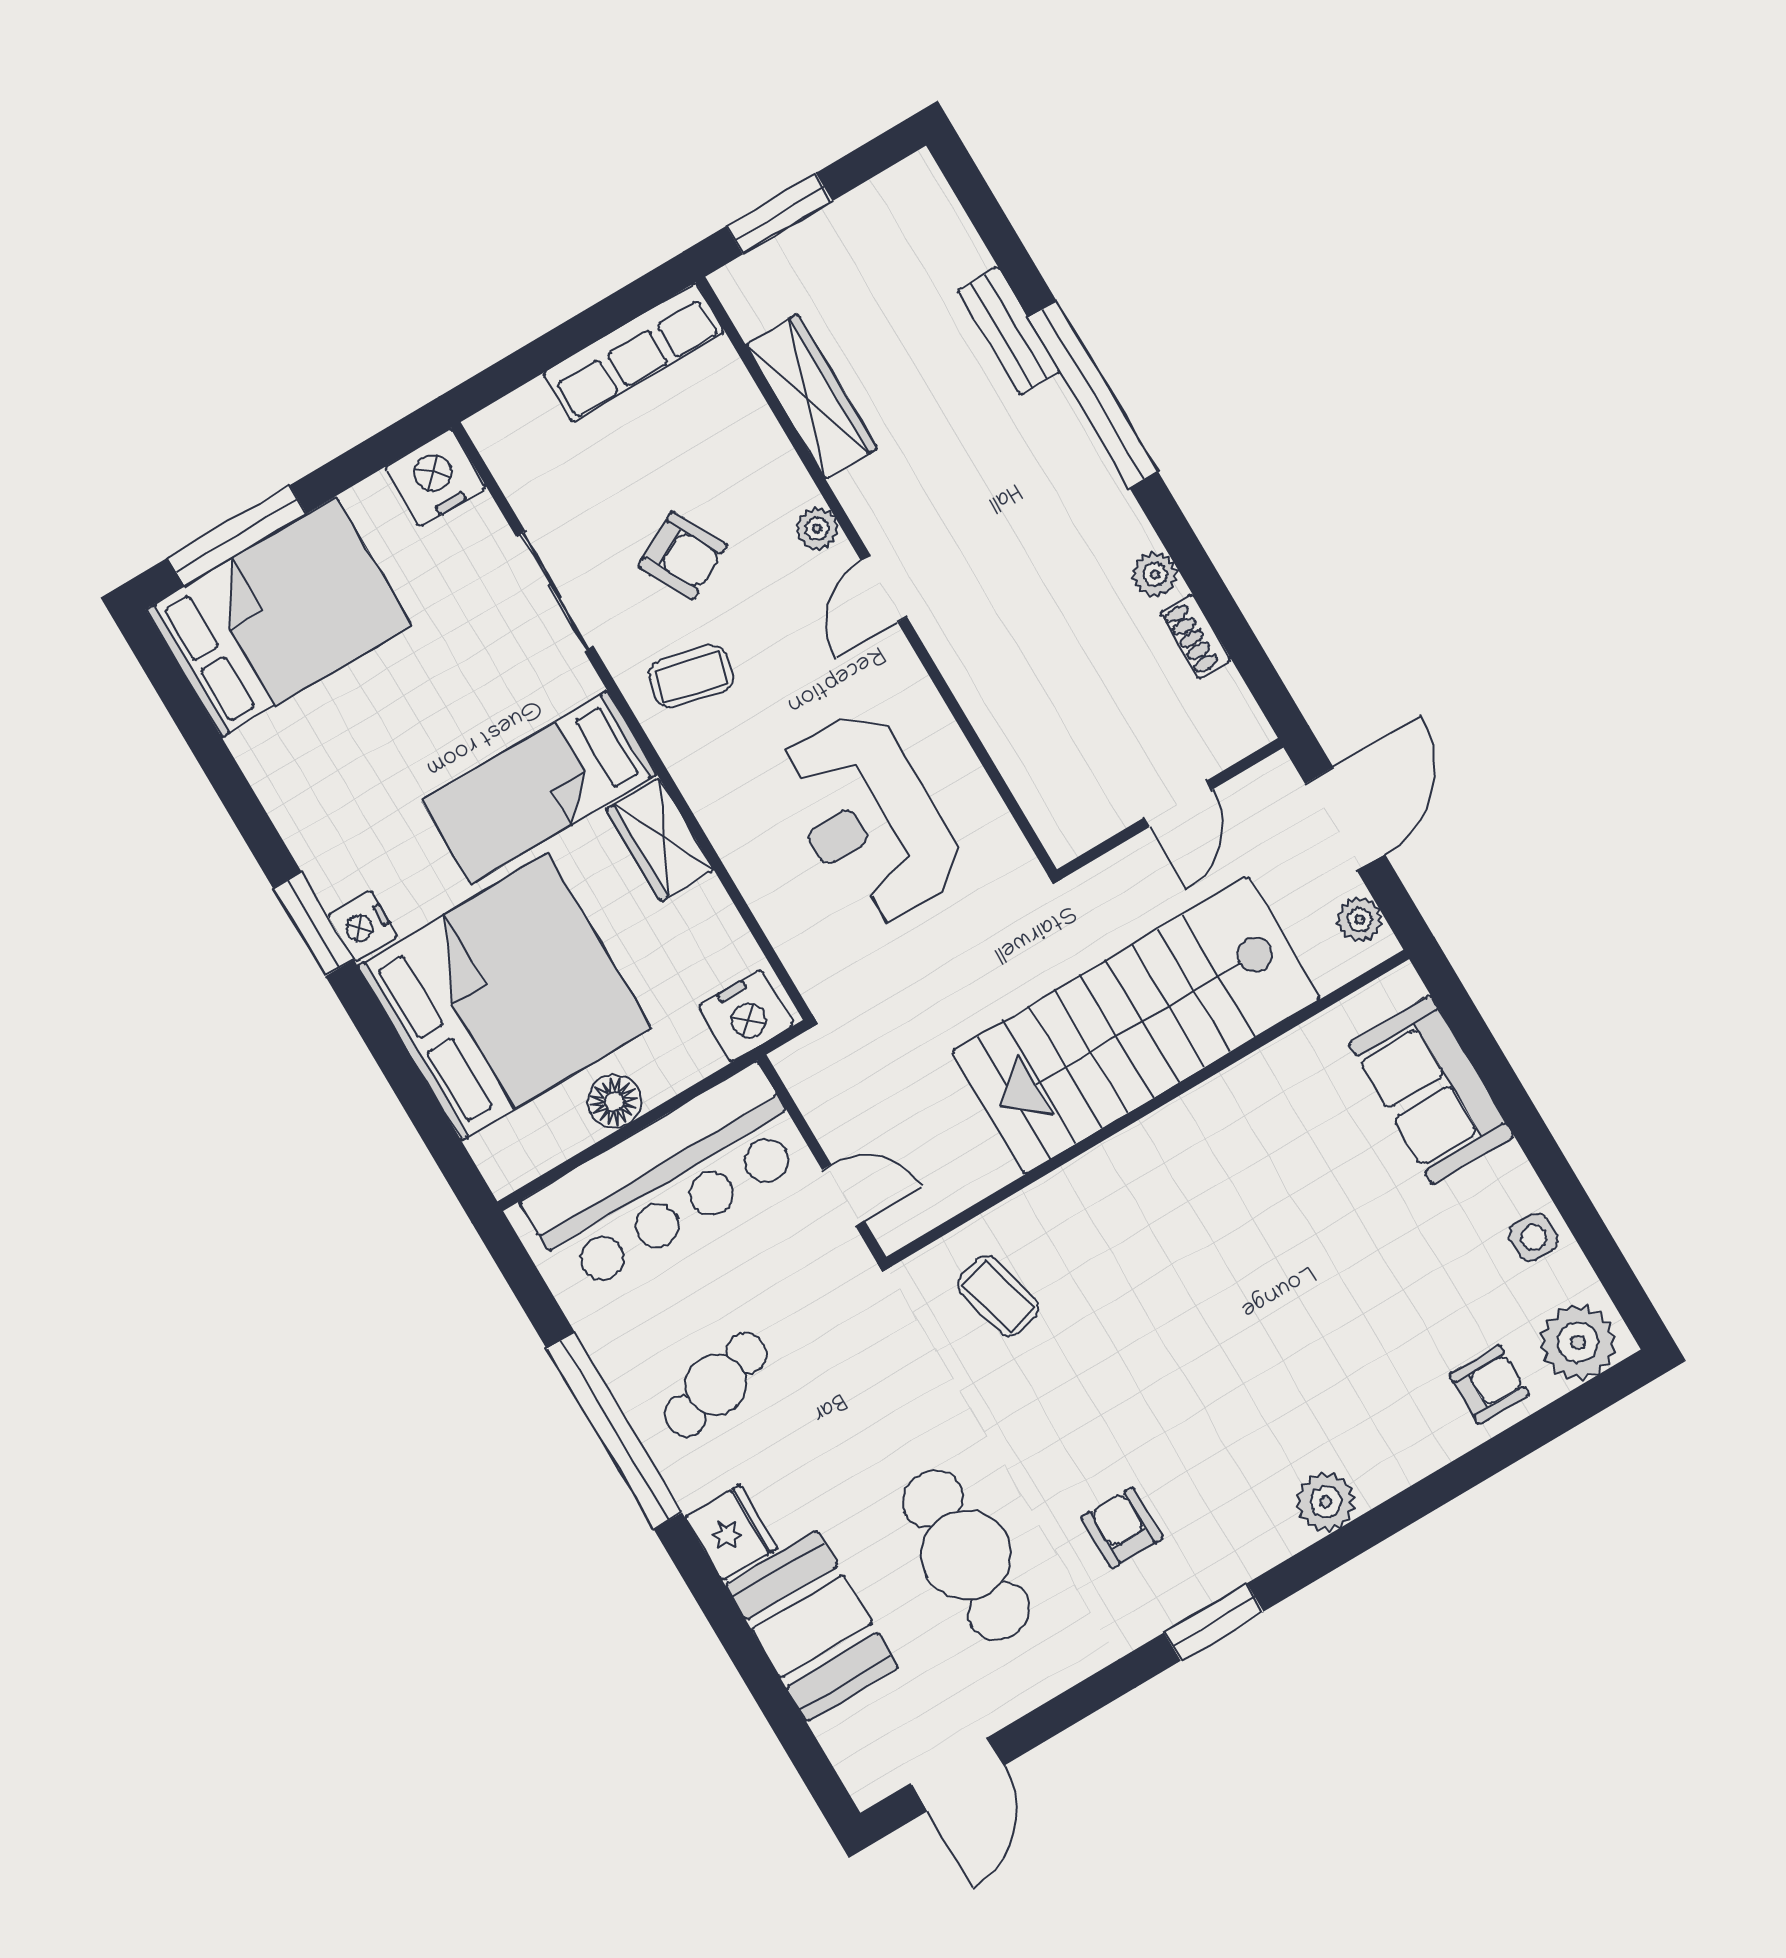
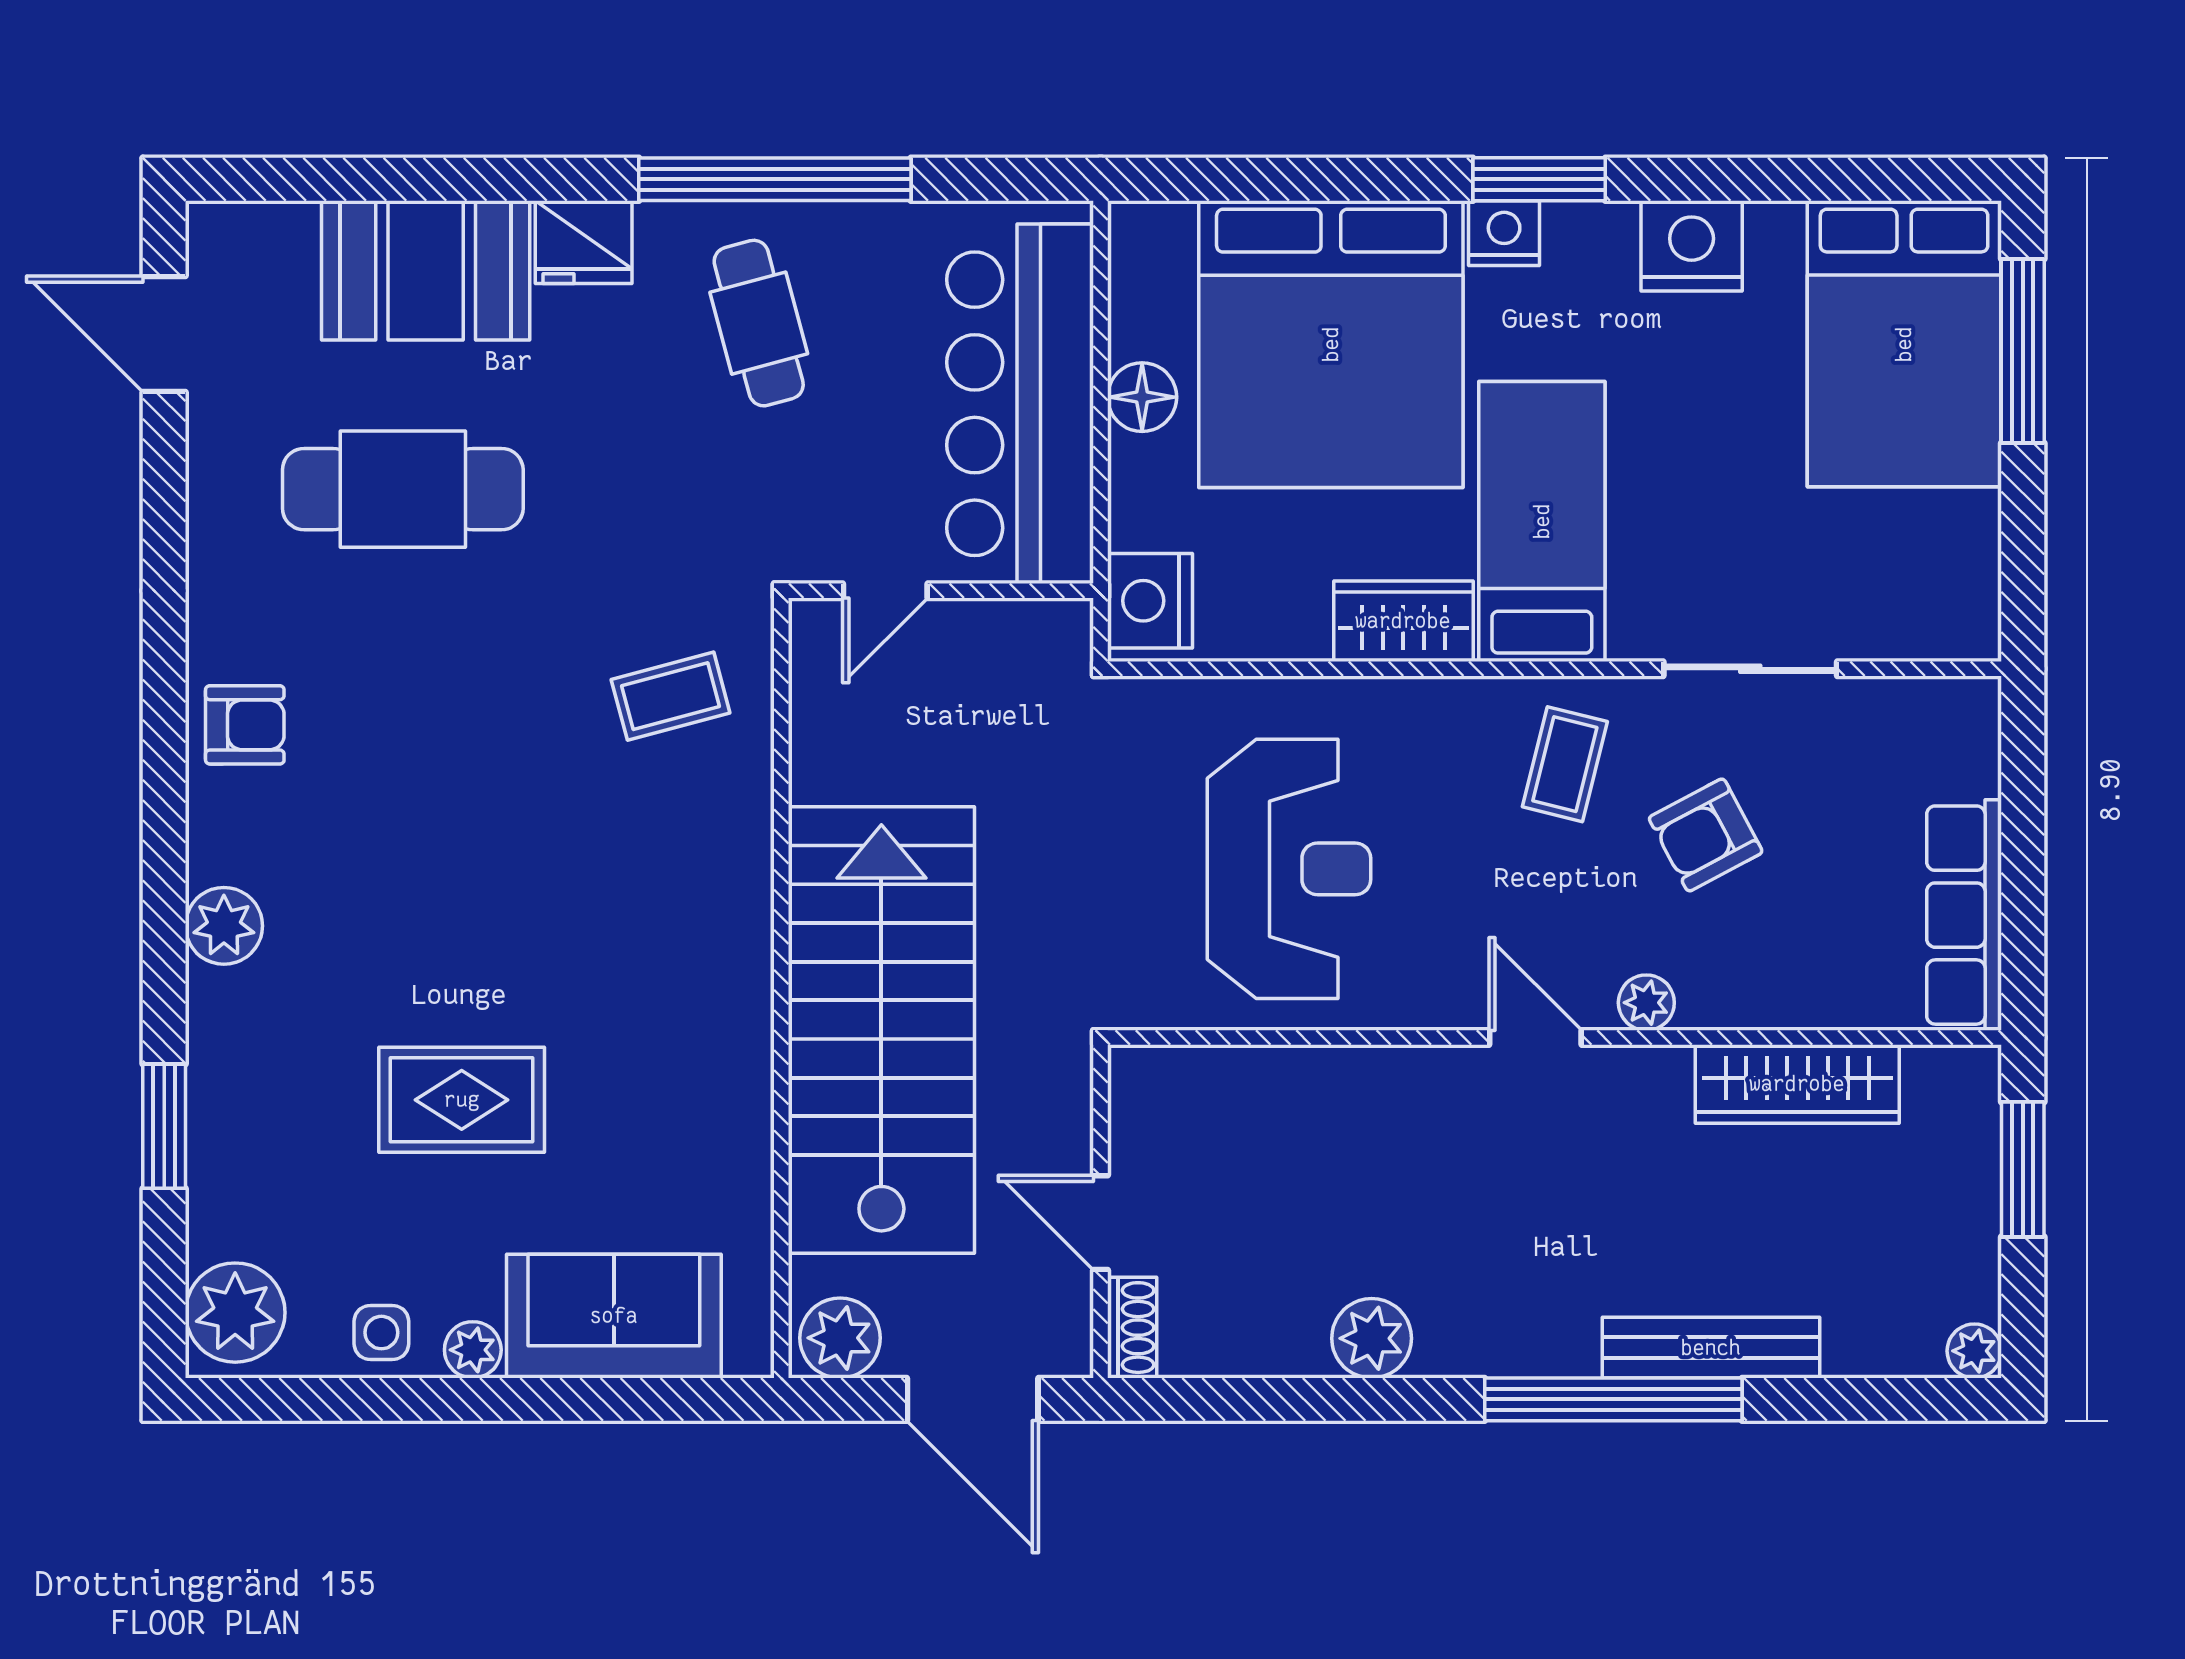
plant: (919, 174) -> (1974, 1351), added
bench: (1009, 331) -> (1711, 1348), width x1.36
nightstand: (436, 477) -> (1692, 246), moved, turned -90
plant: (1155, 574) -> (1372, 1338), width x1.38, depth x1.38
shoe rack: (1196, 636) -> (1132, 1328), moved, turned 90
reception desk: (869, 818) -> (1289, 869), turned 90
plant: (1360, 920) -> (840, 1338), width x1.38, depth x1.38
plant: (1509, 1170) -> (473, 1350), added
rug: (1348, 1276) -> (462, 1100), added
armchair: (1489, 1385) -> (247, 1185), removed
armchair: (1122, 1528) -> (245, 725), moved
window: (1214, 1622) -> (164, 1126), moved

